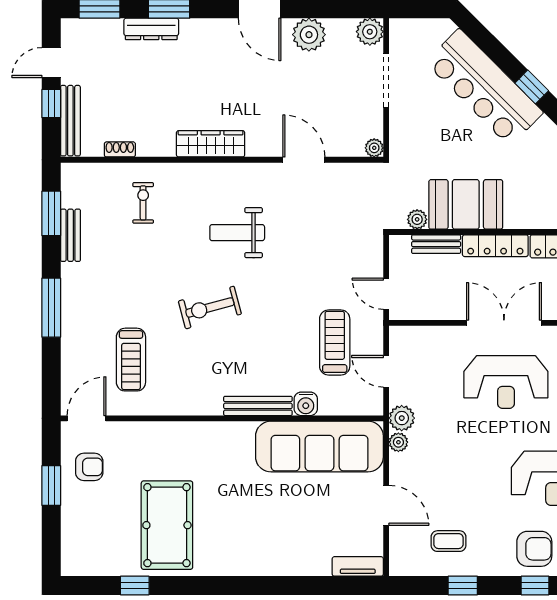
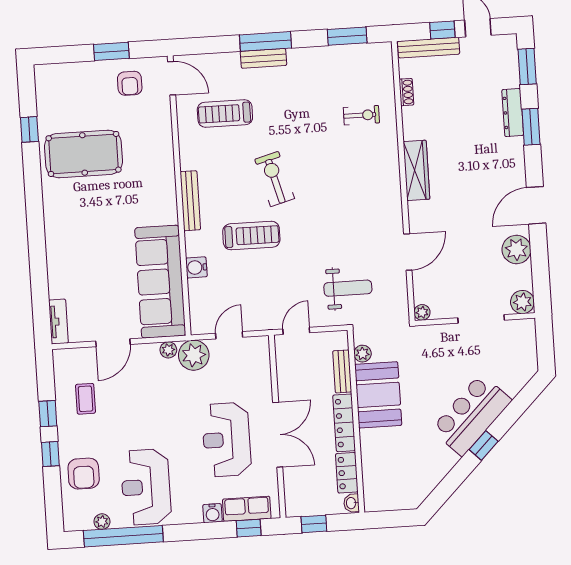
bar counter: (484, 87) -> (471, 415), width x0.73
weight bench: (237, 233) -> (348, 288), moved, turned 90
bench: (71, 235) -> (263, 58), moved
treadmill: (335, 343) -> (251, 236), moved
bench: (258, 406) -> (190, 201), moved
plant: (402, 418) -> (194, 355), width x1.36, depth x1.36
window: (535, 586) -> (50, 454), moved

